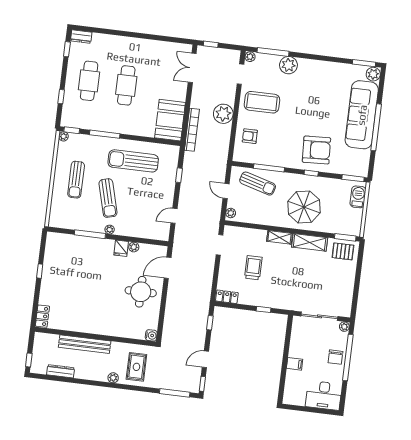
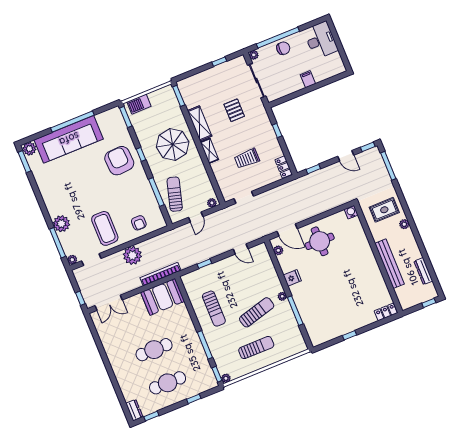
sun lounger: (133, 161) -> (214, 309), width x0.73, depth x0.75
plant: (134, 247) -> (278, 250), moved
pallet: (343, 251) -> (234, 110), moved
window: (356, 292) -> (219, 62), added

